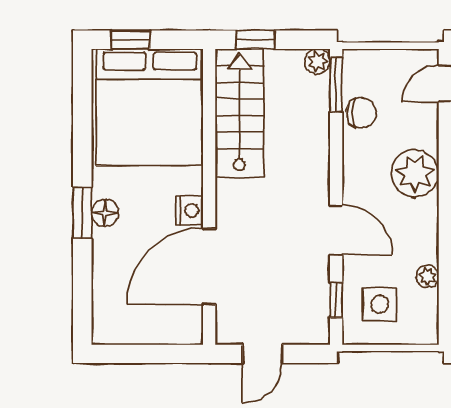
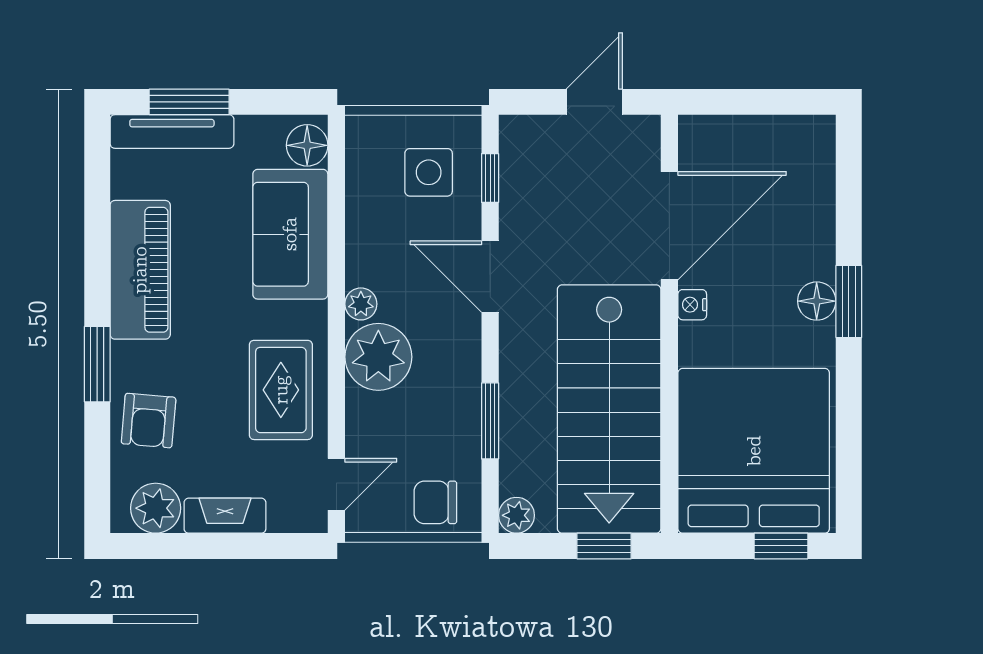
window: (336, 85) -> (490, 421), moved
stairs: (240, 113) -> (609, 409), width x1.36, depth x1.51
chair: (361, 113) -> (435, 502), moved
nightstand: (189, 210) -> (692, 305), width x0.72, depth x0.74
plant: (427, 276) -> (361, 304), moved

